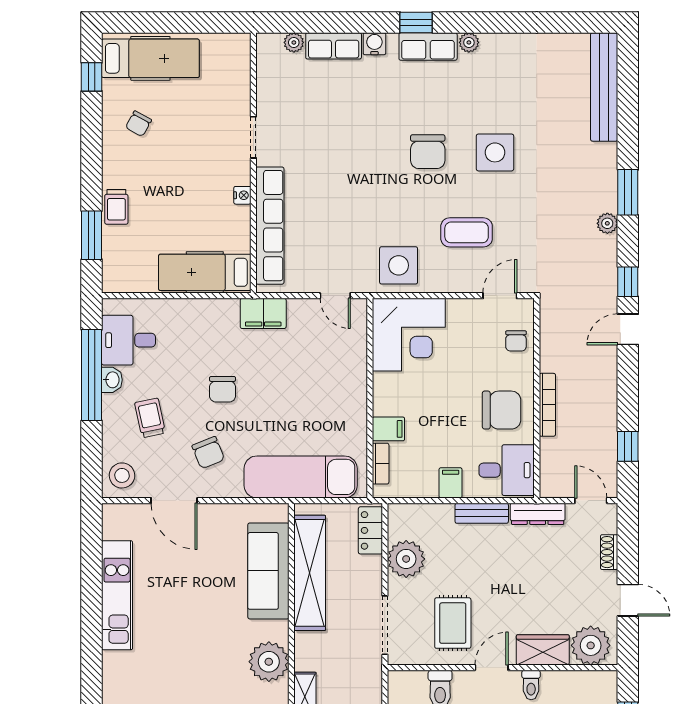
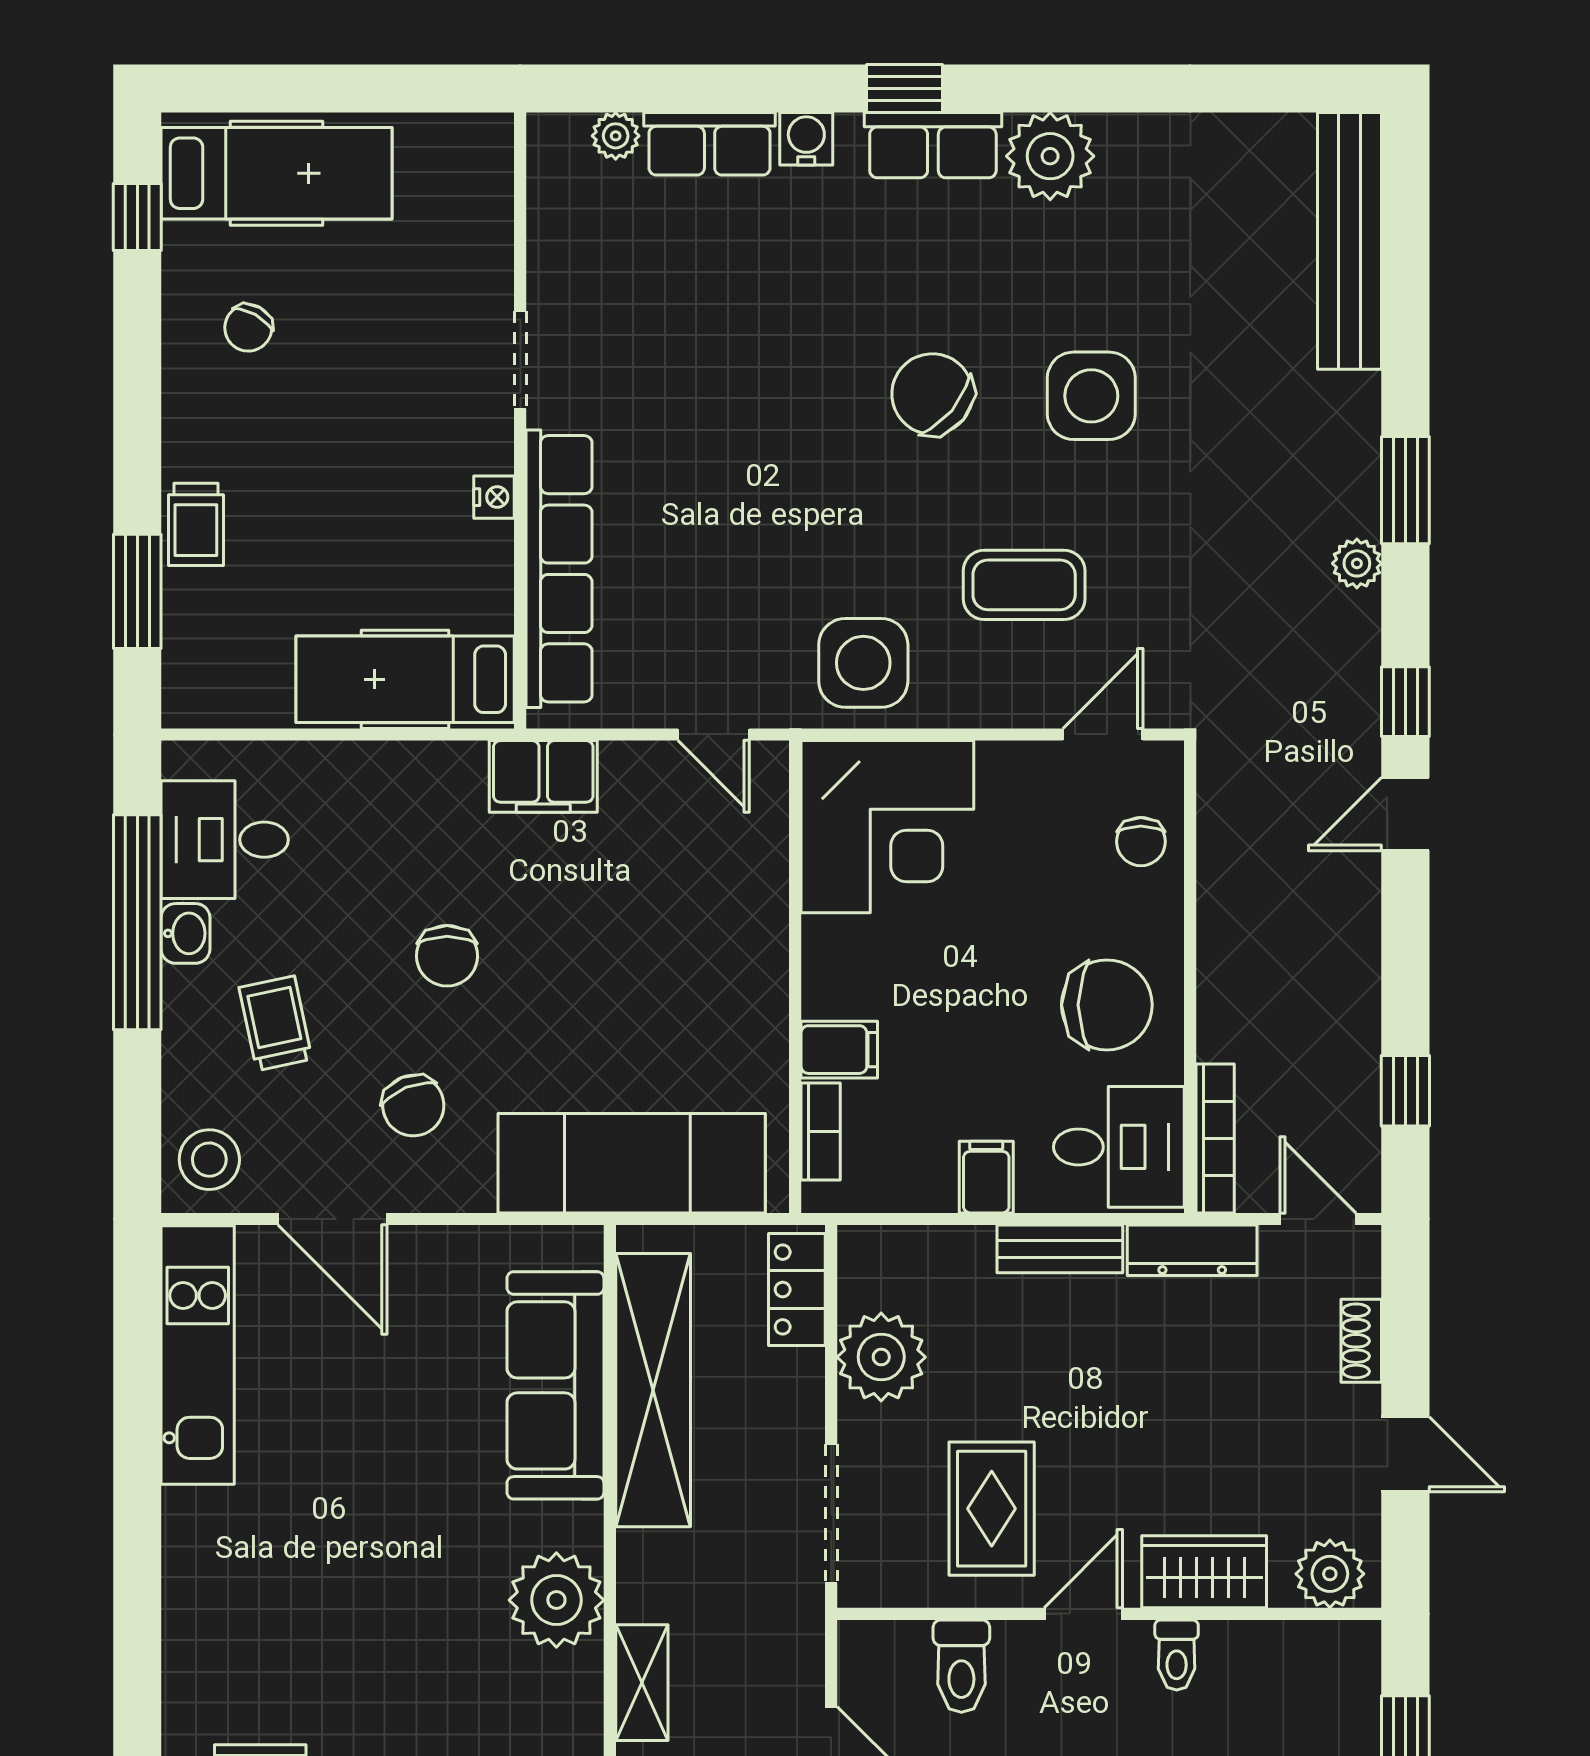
plant: (469, 42) -> (1050, 156), width x1.88, depth x1.88
chair: (428, 152) -> (932, 394), turned 130
bookcase: (547, 405) -> (1215, 1138), moved
kitchen unit: (117, 595) -> (198, 1355), moved
plant: (591, 645) -> (1330, 1574), width x0.73, depth x0.73

